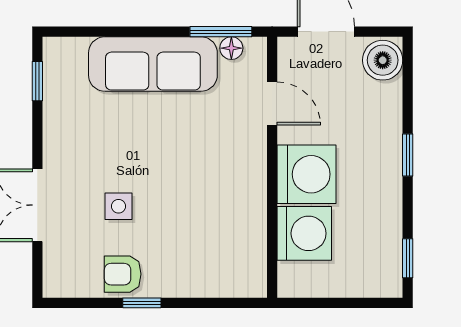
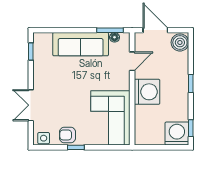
door: (272, 104) -> (132, 61), hinge flipped
side table: (119, 206) -> (44, 138), moved
washing machine: (304, 233) -> (177, 134), moved, turned -90
corner sofa: (222, 235) -> (110, 118), added

